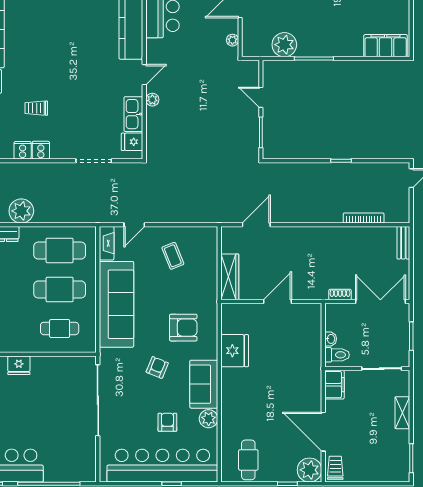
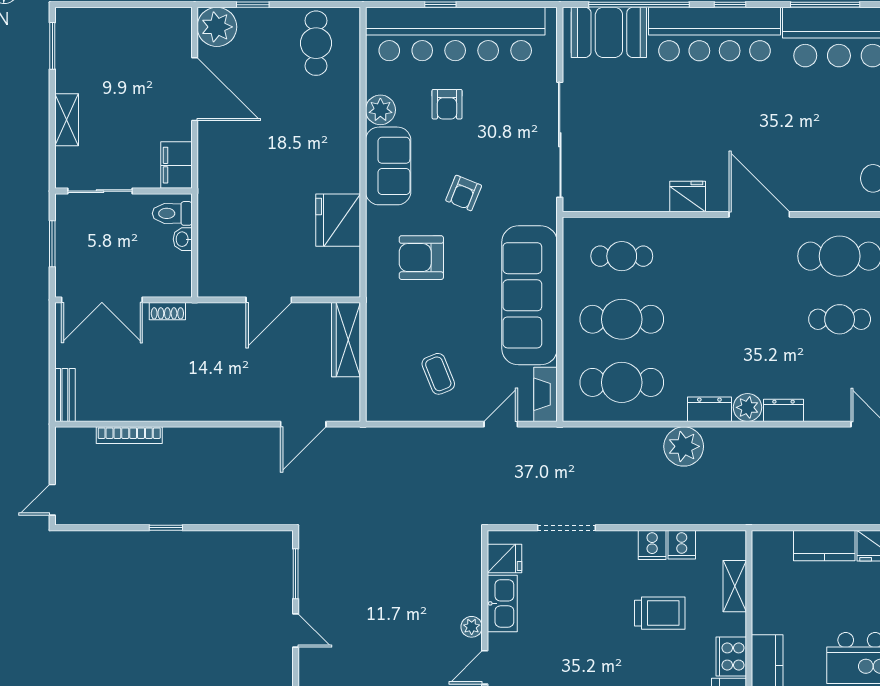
trolley: (36, 108) -> (660, 613), width x1.36, depth x1.39
booth: (68, 467) -> (609, 32), added
trolley: (335, 468) -> (175, 30), removed

